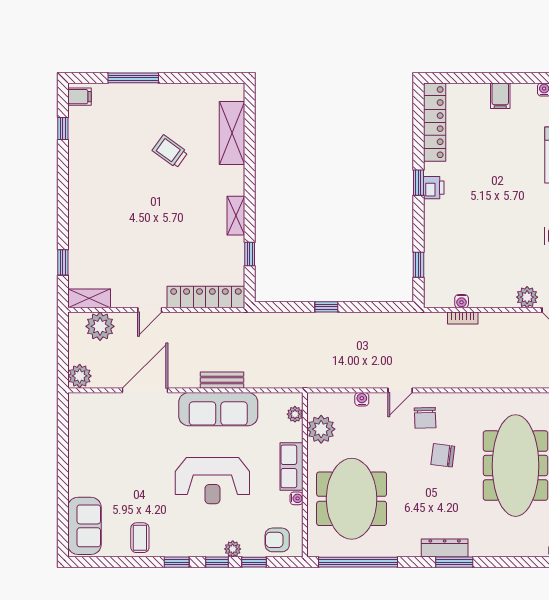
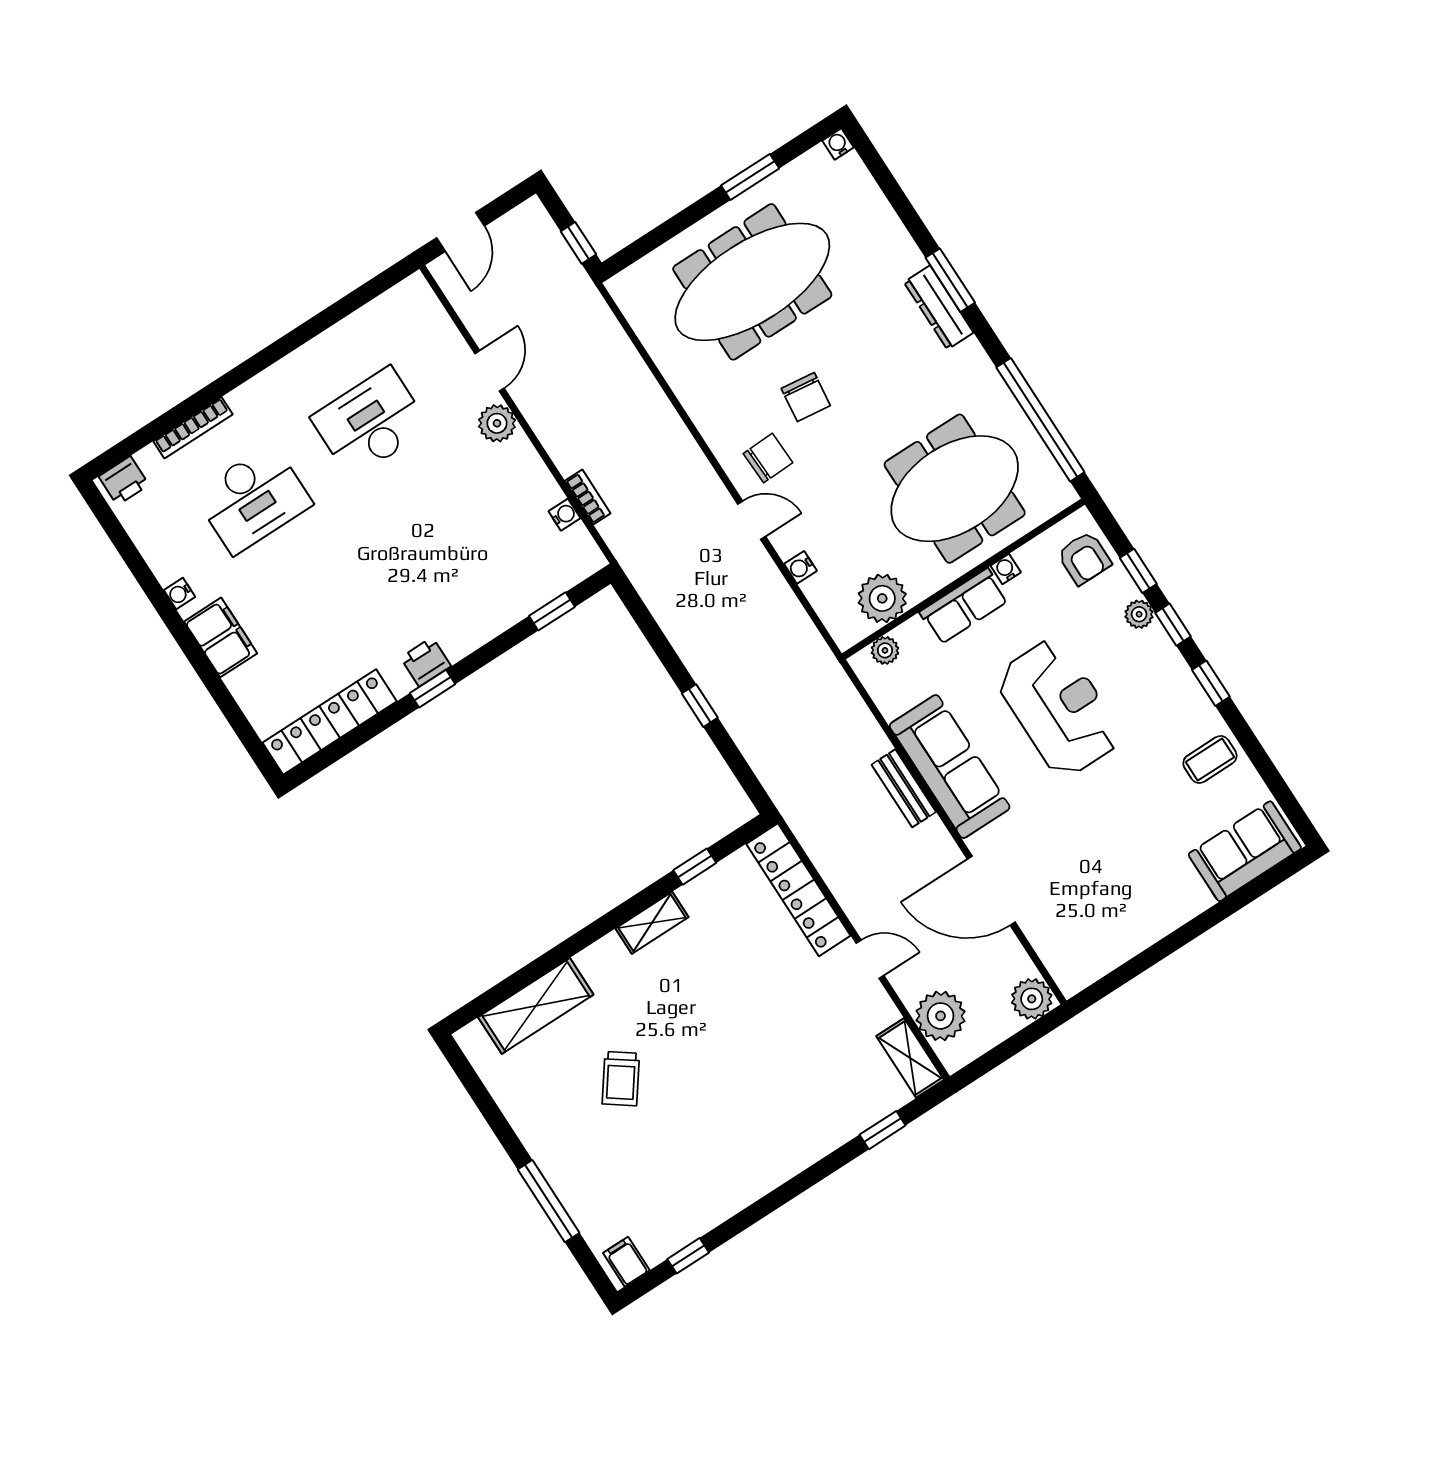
filing cabinet: (500, 96) -> (221, 637), width x2.00

